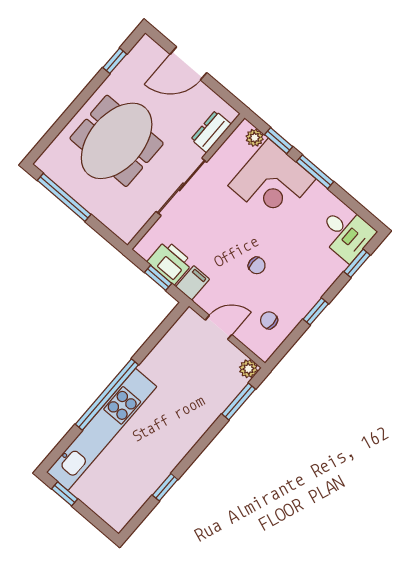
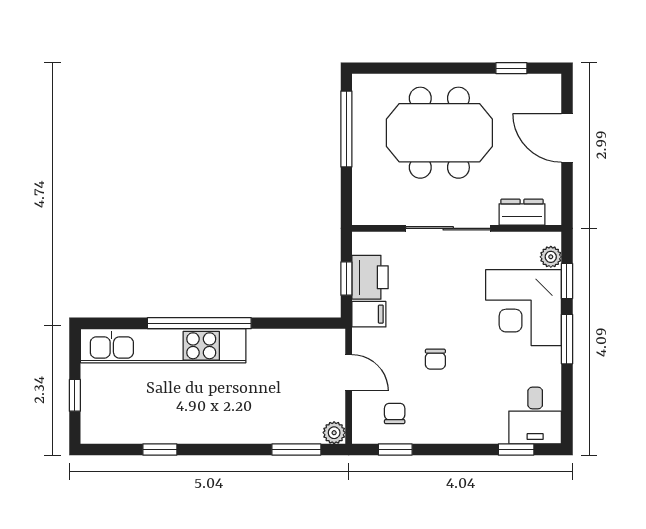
window: (316, 311) -> (395, 449), moved
window: (65, 494) -> (75, 395), moved

